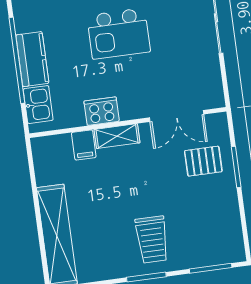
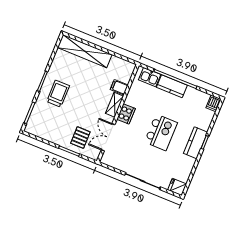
kitchen island: (119, 34) -> (161, 132), turned 180
cooker: (102, 111) -> (126, 114), moved
trolley: (152, 240) -> (58, 94), turned 90

